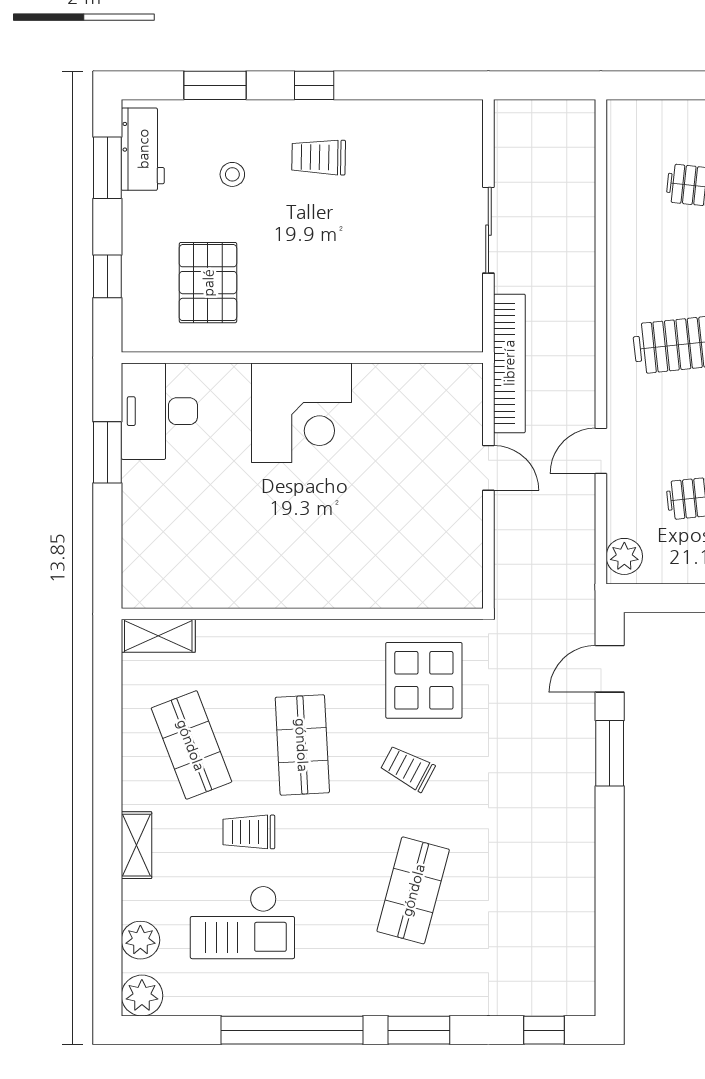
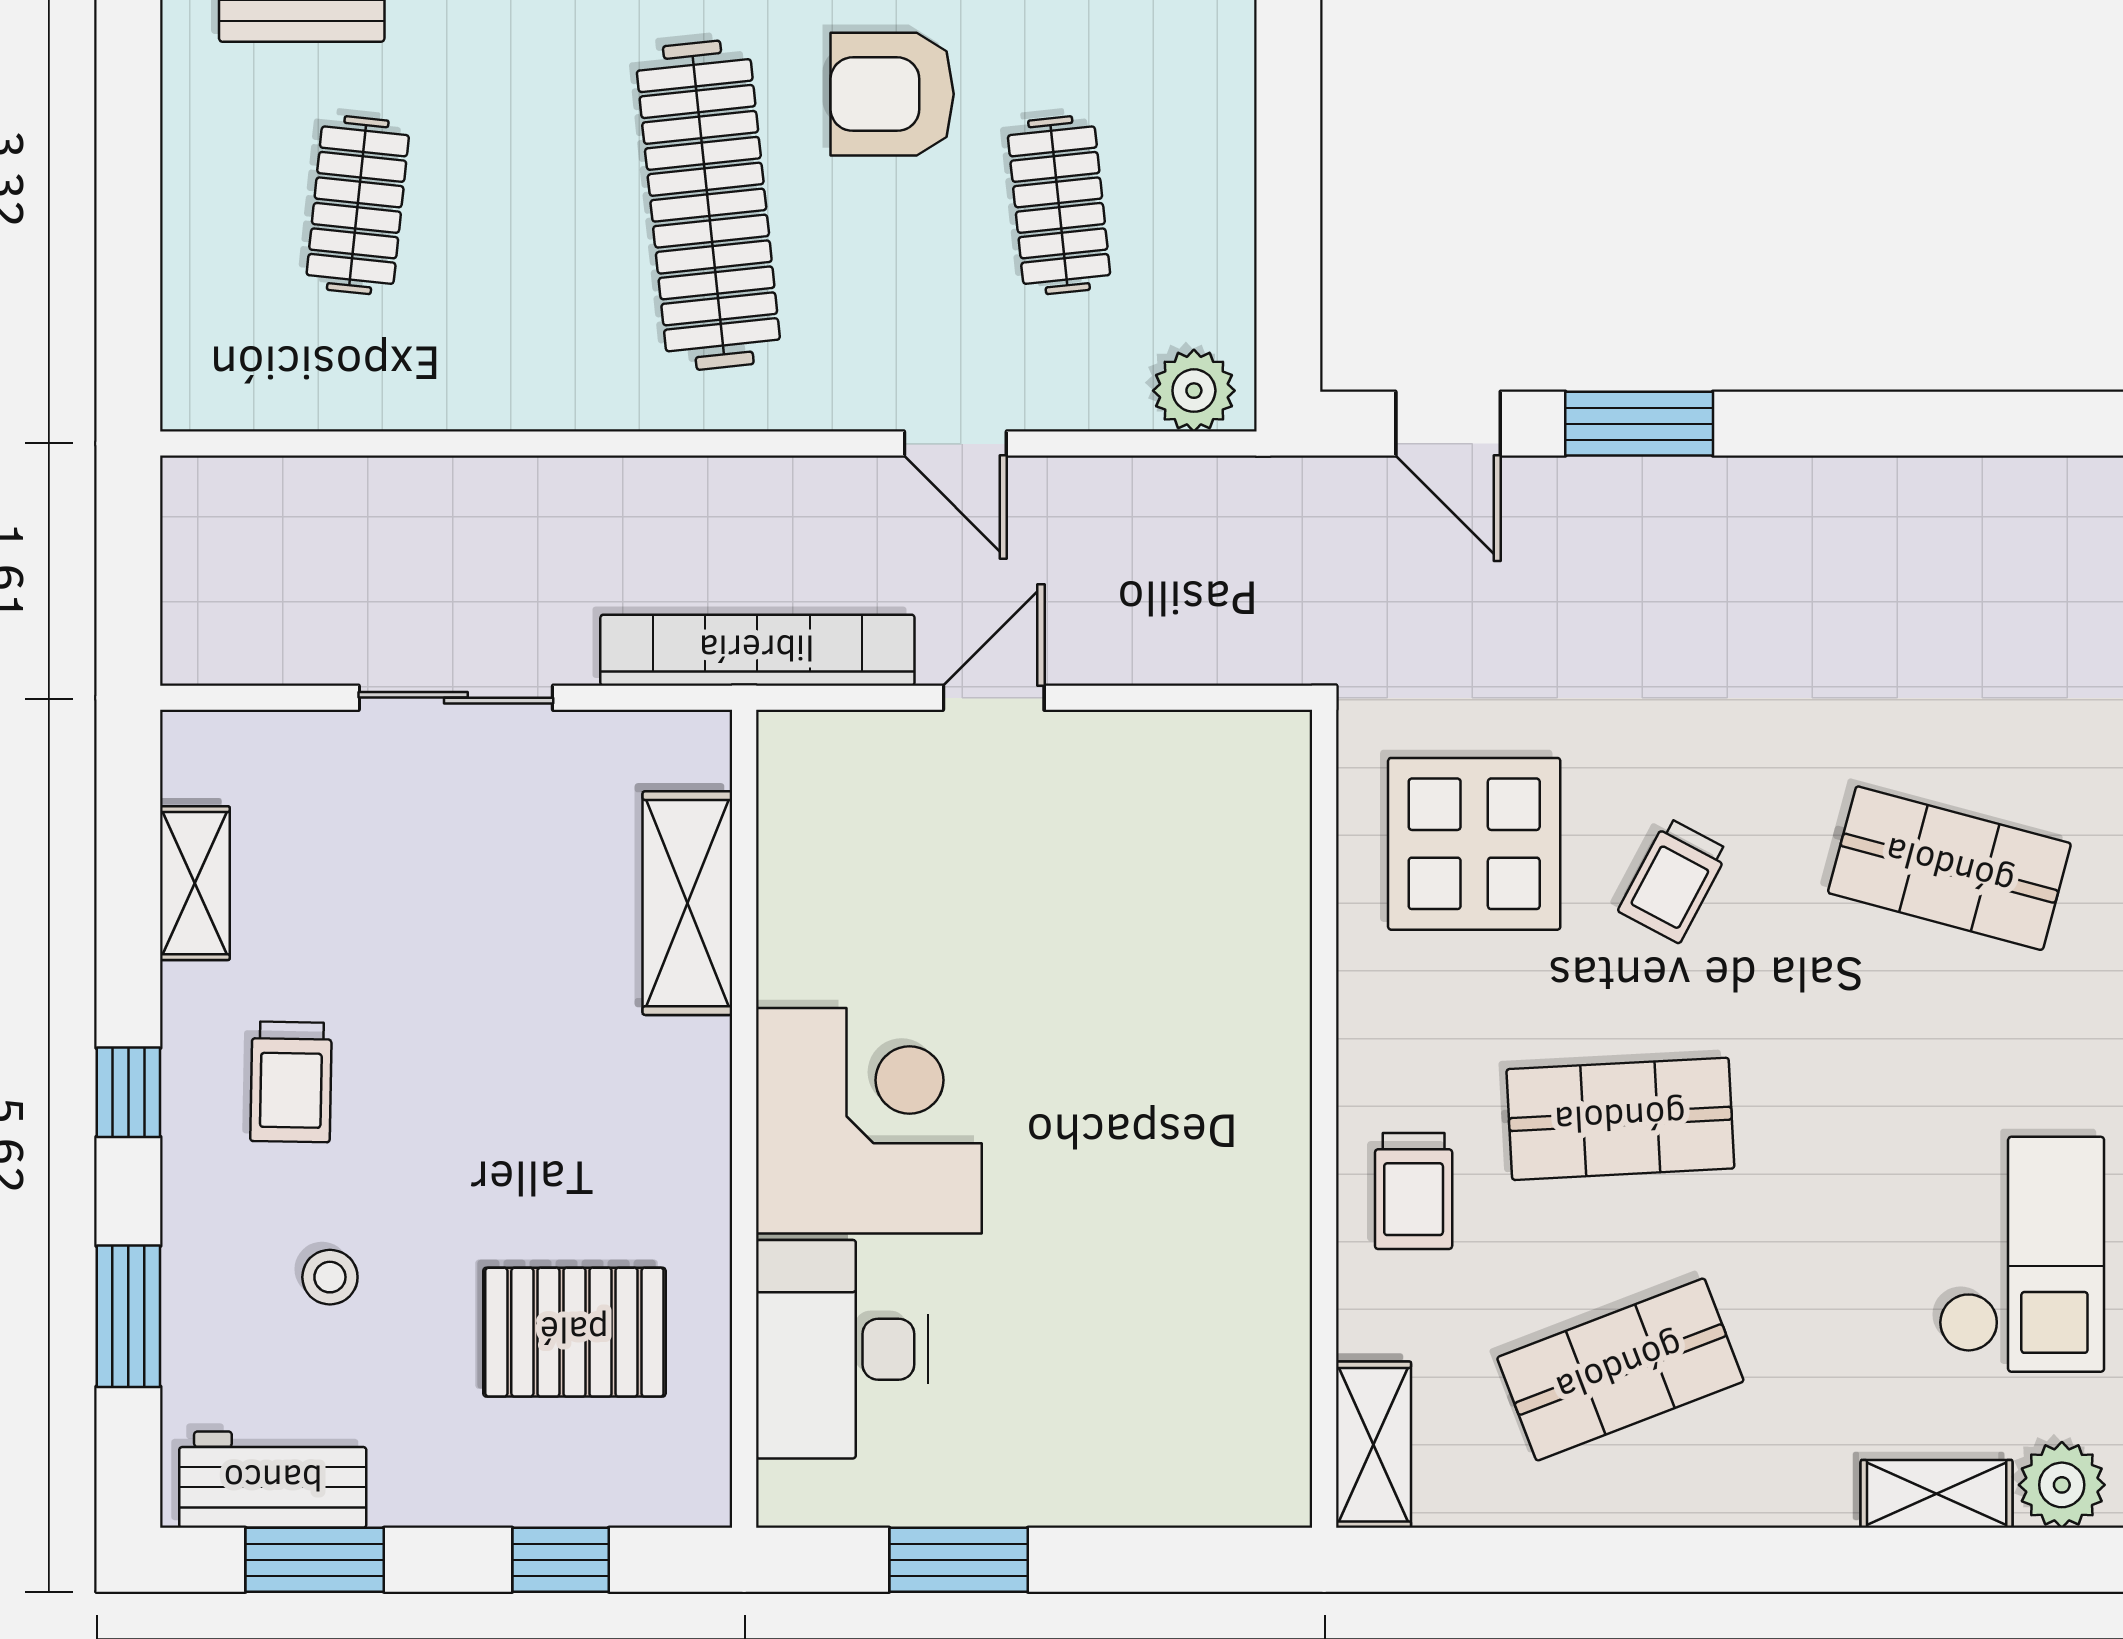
shelving: (406, 115) -> (195, 883), added
shelving: (398, 332) -> (687, 903), added
desk: (159, 411) -> (842, 1349), moved, turned 90
trolley: (249, 832) -> (1414, 1191), moved
shelving: (136, 845) -> (1937, 1494), moved

